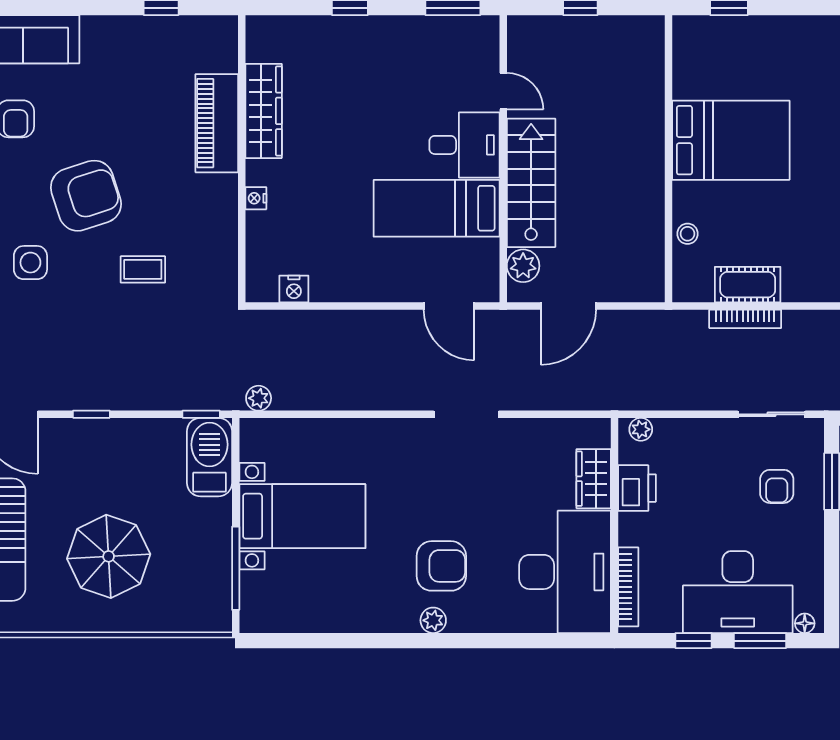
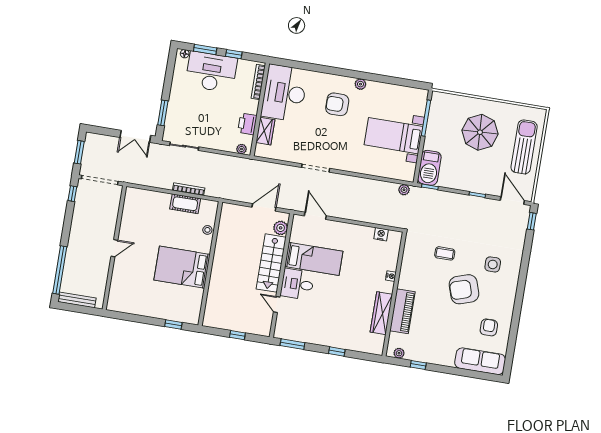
plant: (209, 27) -> (399, 353), added
armchair: (777, 486) -> (187, 115), removed
plant: (433, 620) -> (360, 84), moved

